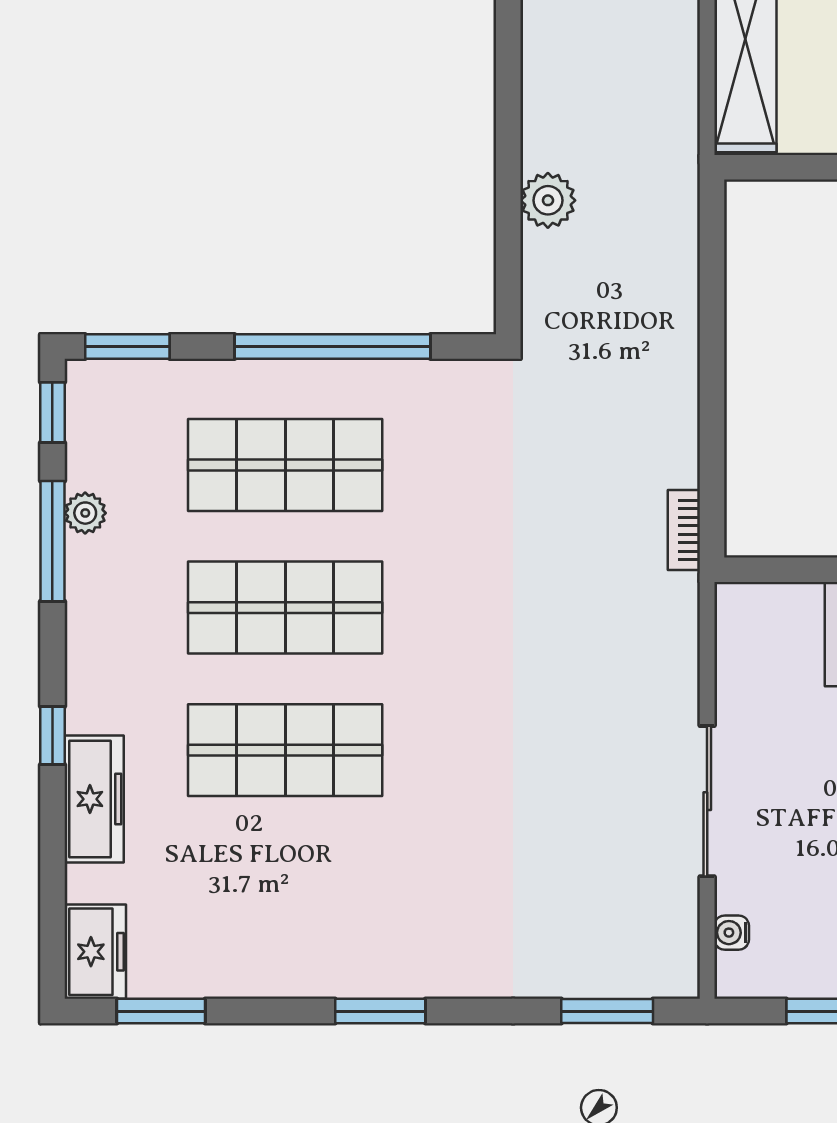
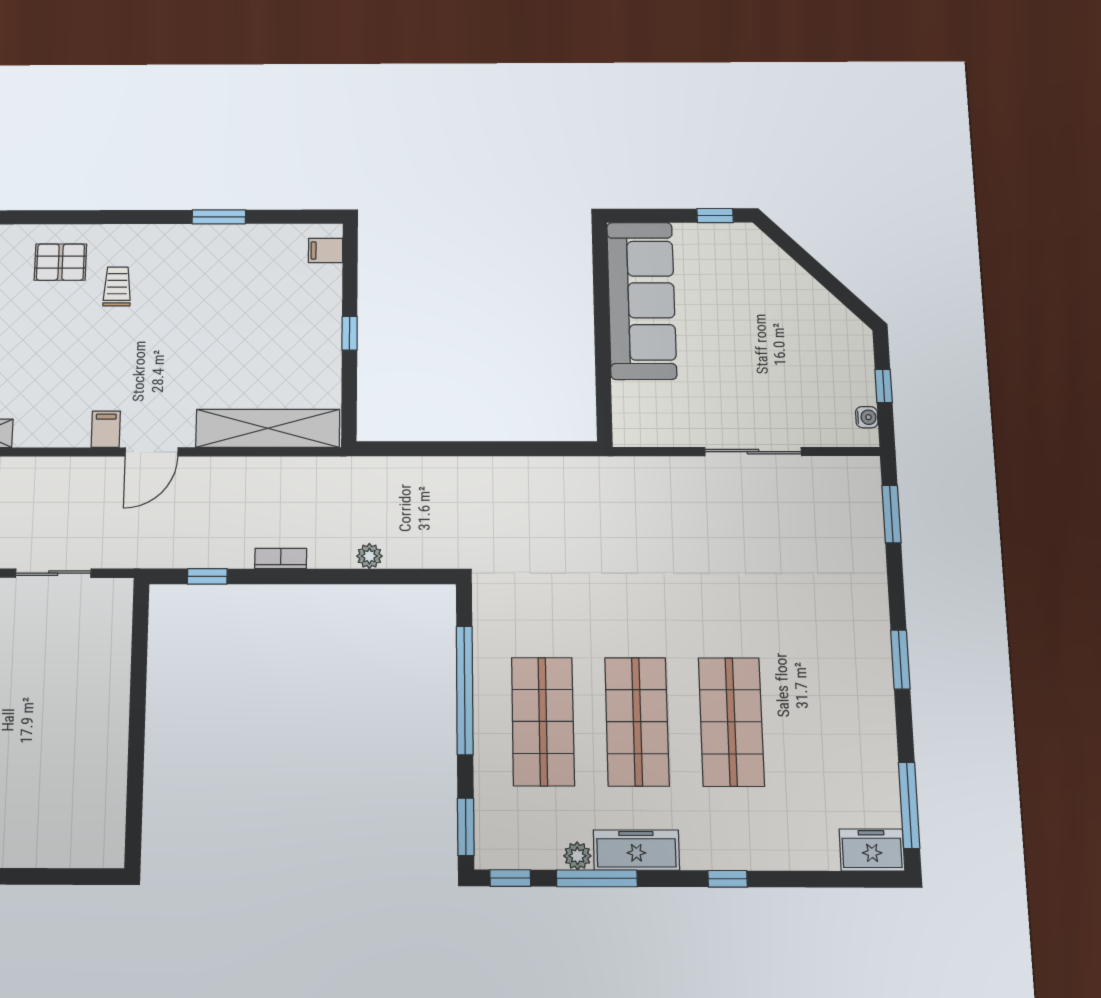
plant: (548, 200) -> (369, 556), width x0.73, depth x0.73
bookcase: (684, 530) -> (281, 558), moved, turned 180
freezer: (94, 799) -> (636, 850), moved
water cooler: (732, 933) -> (867, 417), moved, turned -90
window: (161, 1011) -> (909, 805), width x1.44

